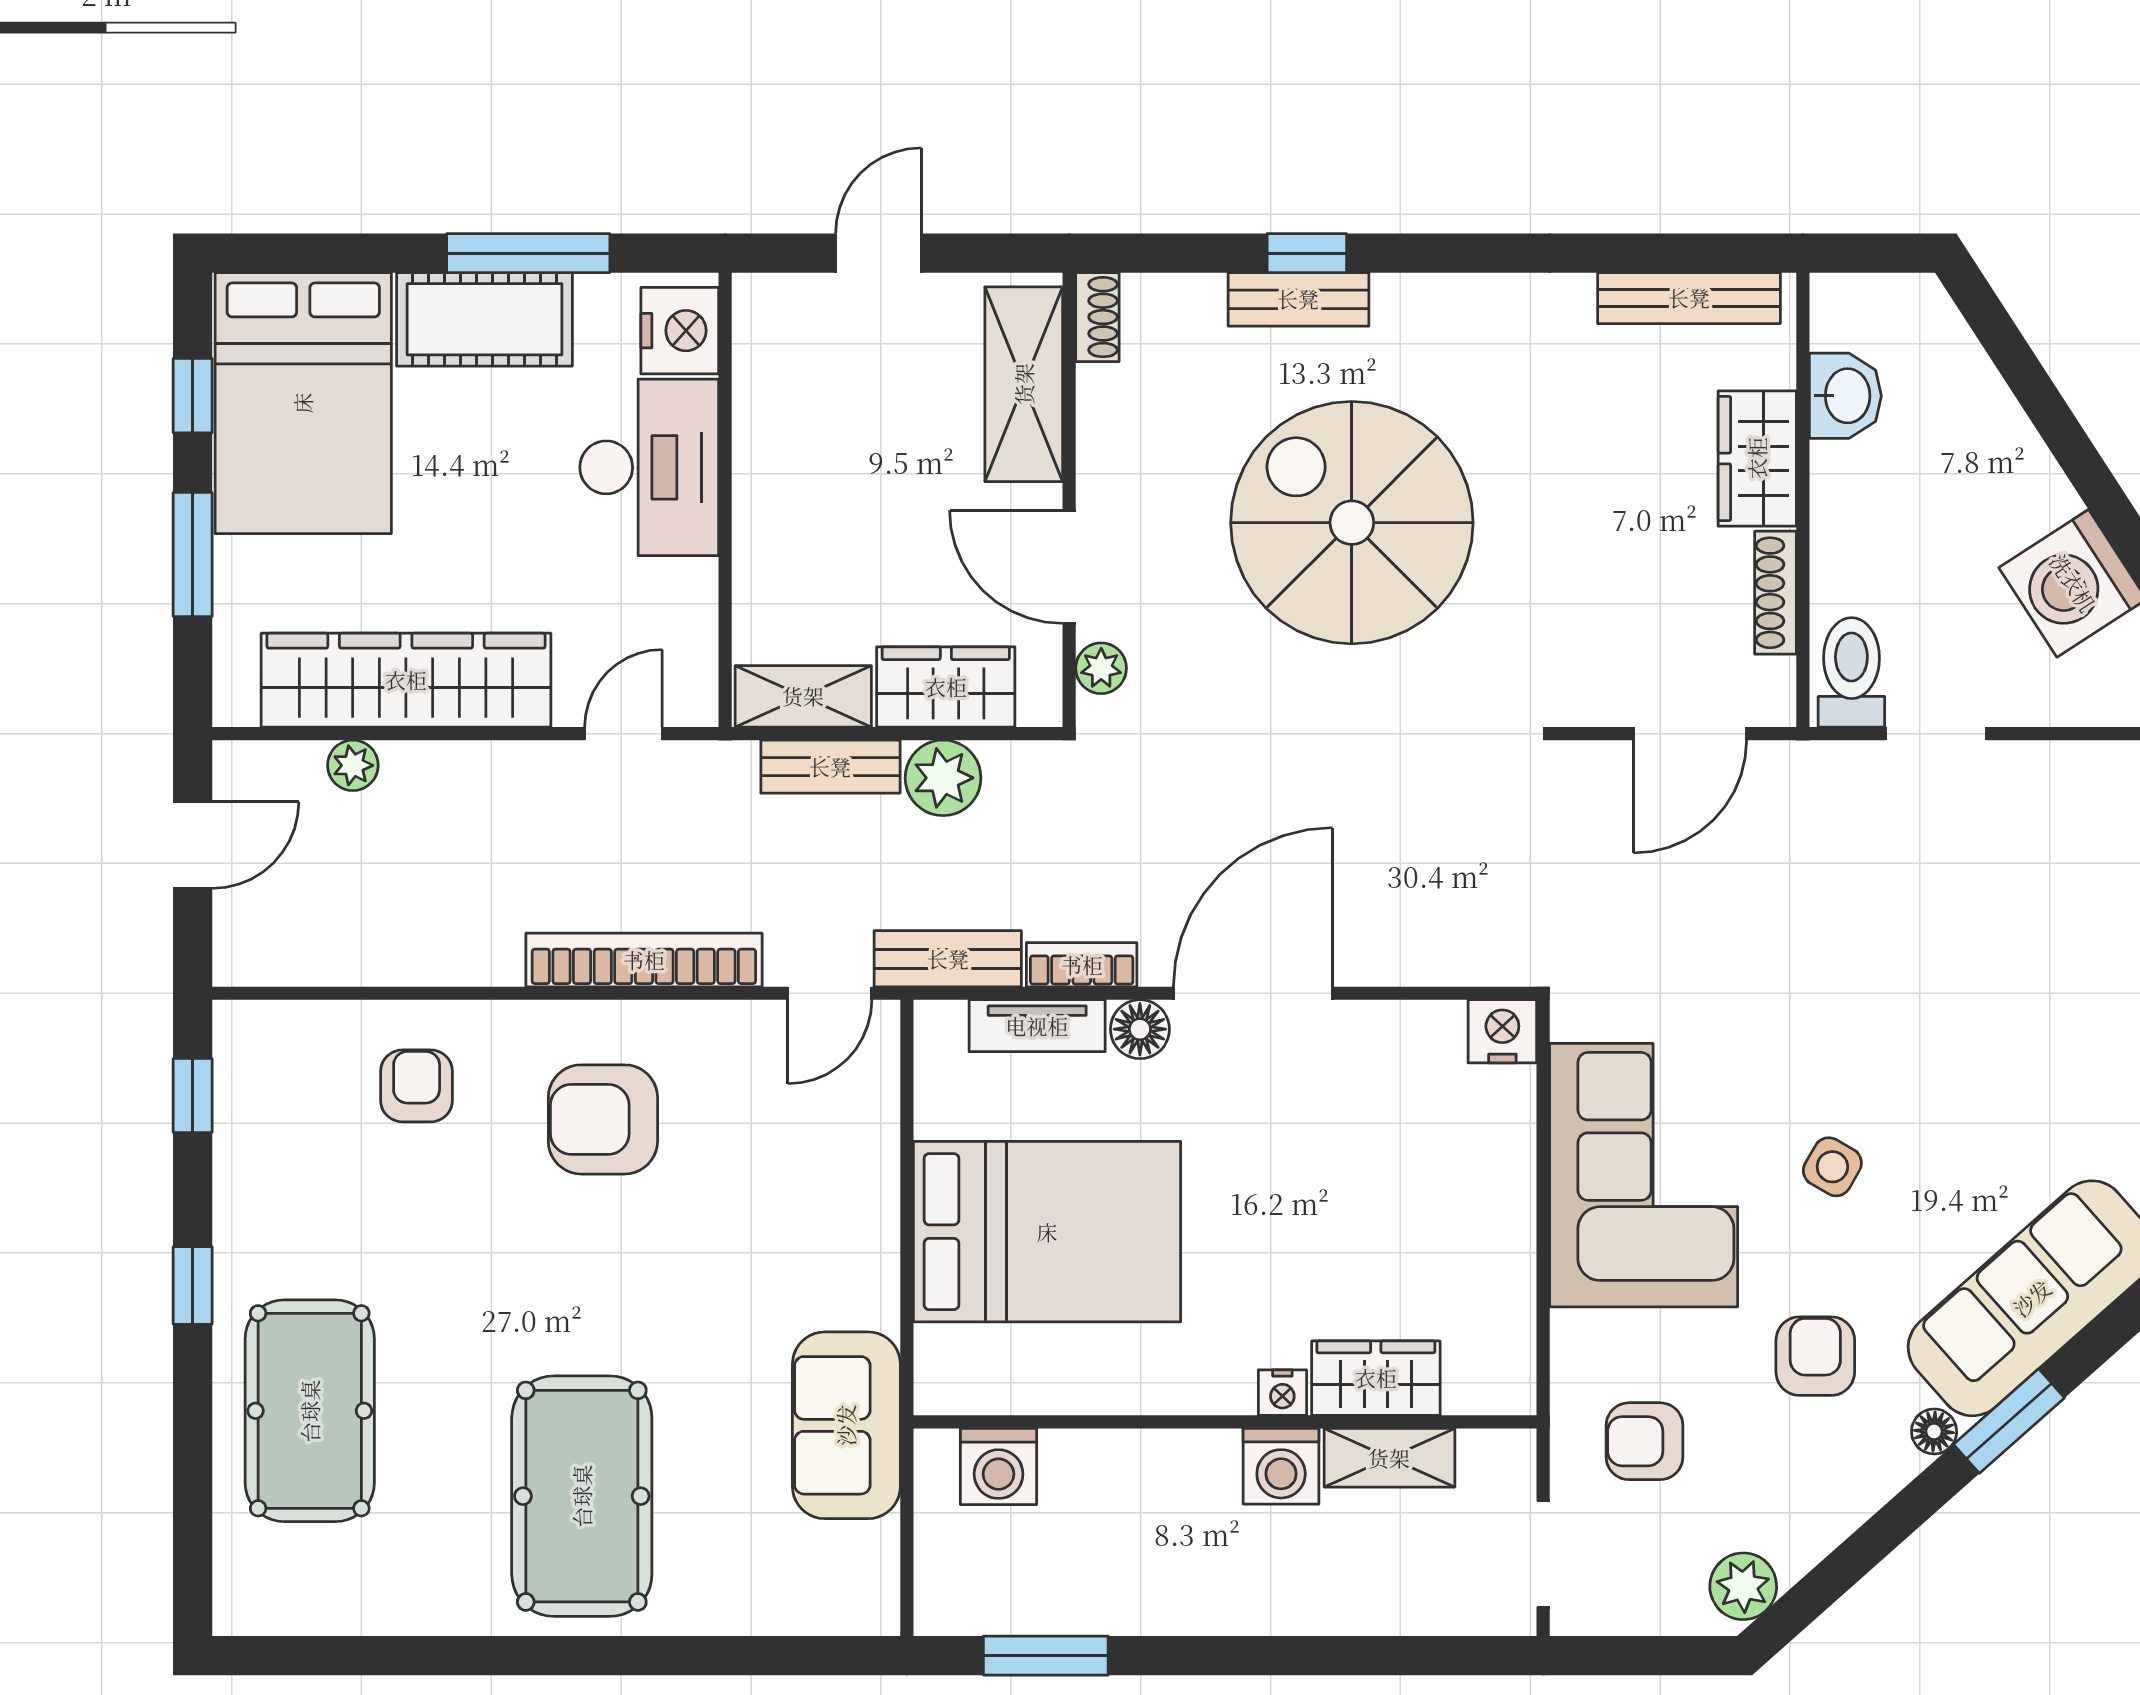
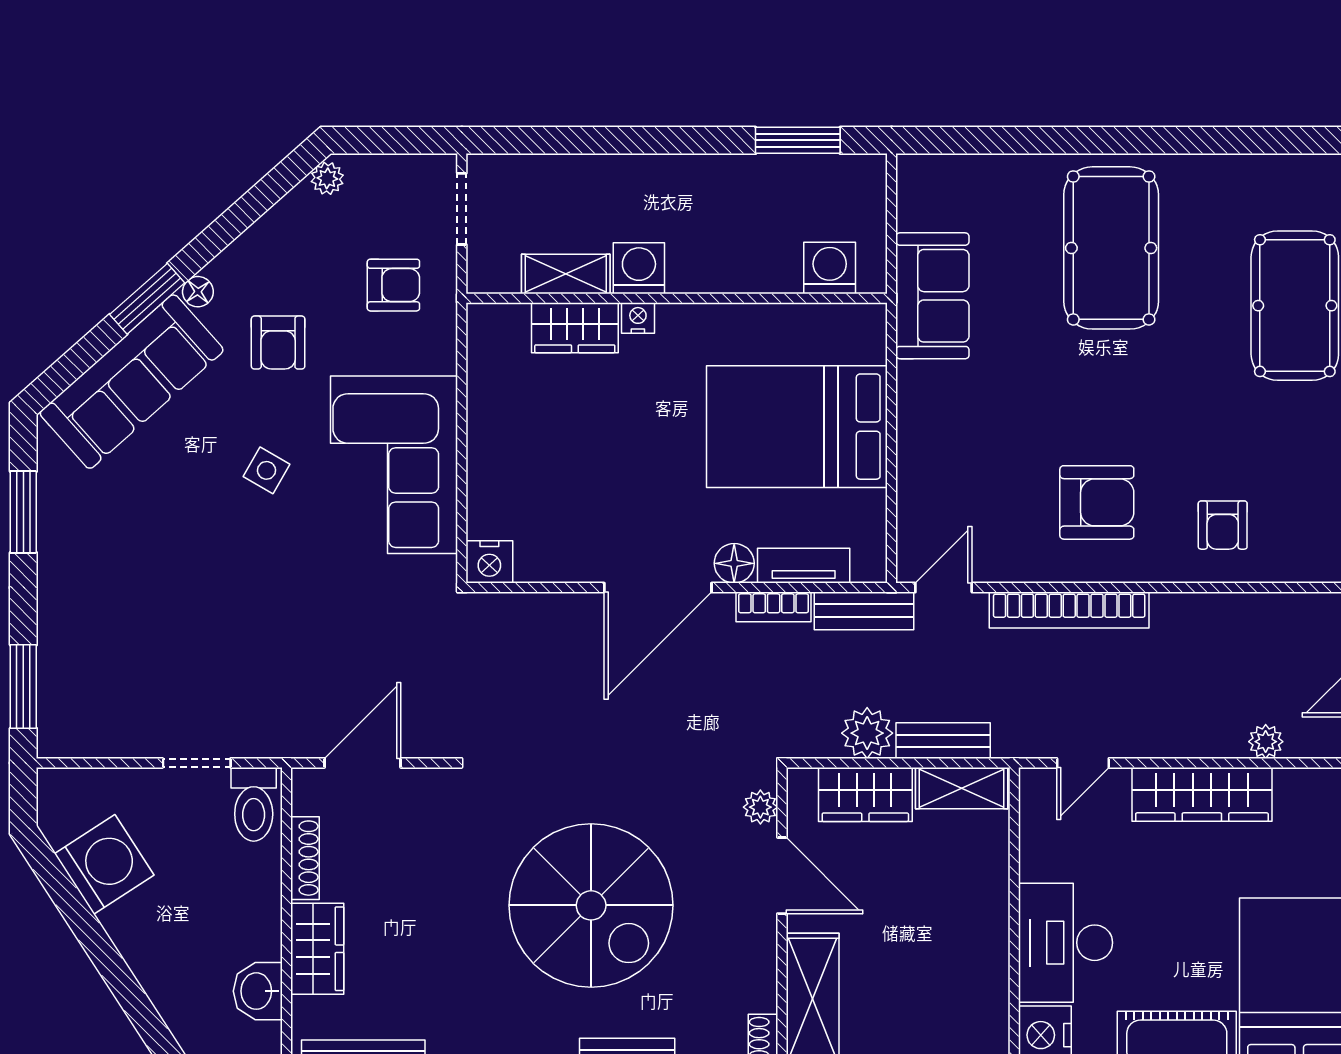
wardrobe: (406, 680) -> (1202, 794), width x0.71, depth x0.85
plant: (1743, 1586) -> (327, 178), width x0.73, depth x0.73

